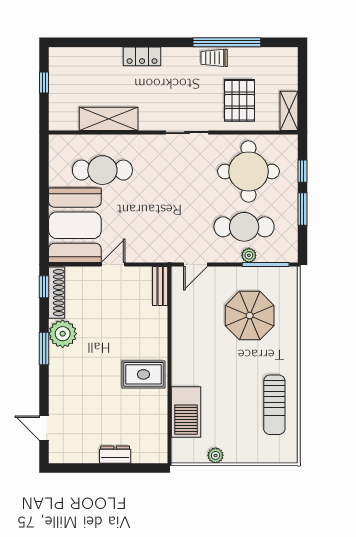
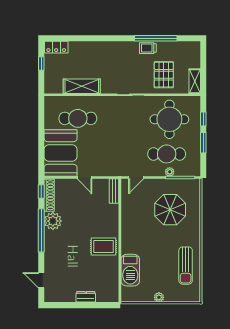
locker: (142, 56) -> (56, 47), moved
door: (113, 264) -> (85, 178), swing flipped
window: (44, 349) -> (41, 230), width x2.11
plant: (216, 455) -> (159, 297), moved

